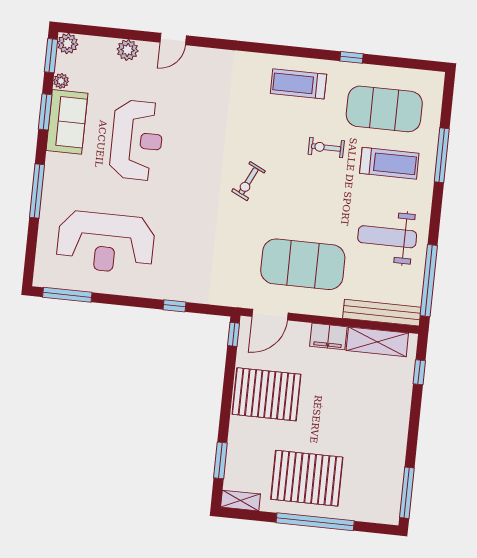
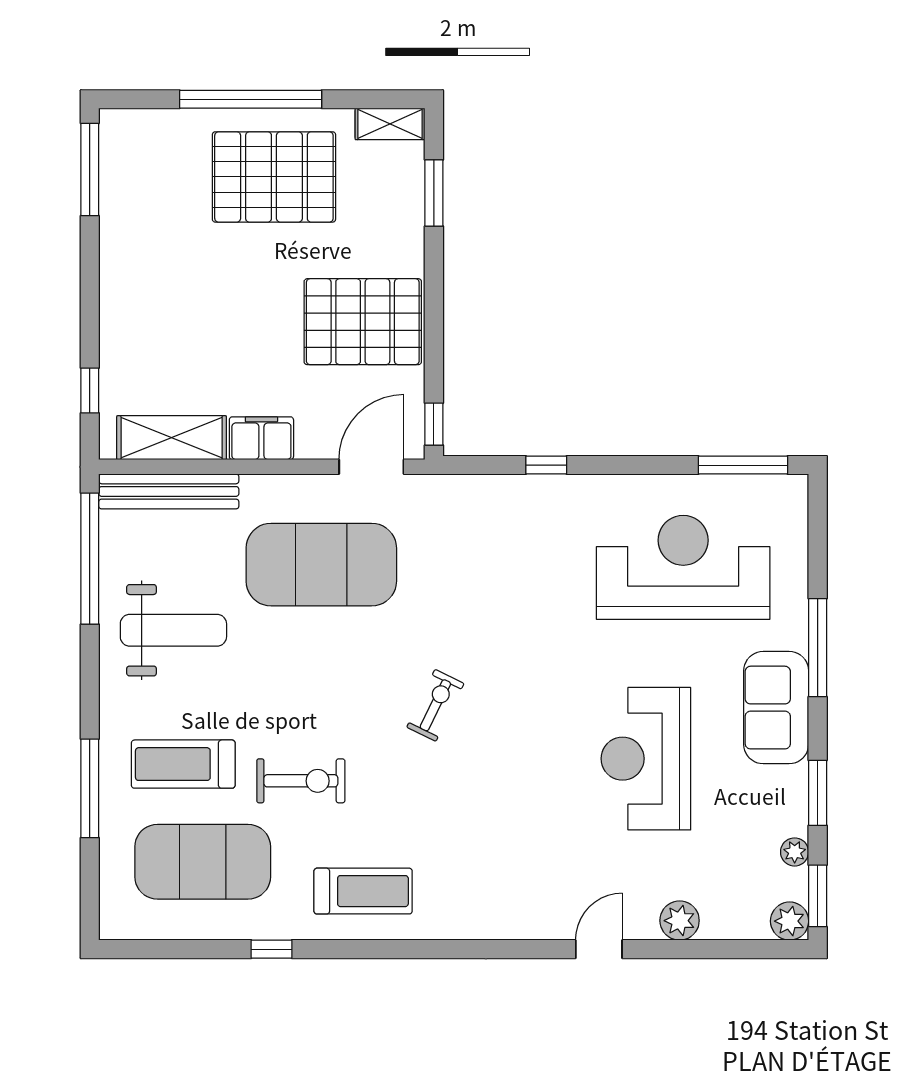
sofa: (67, 122) -> (776, 708), moved
exercise bike: (326, 147) -> (301, 781), width x1.38, depth x1.39

